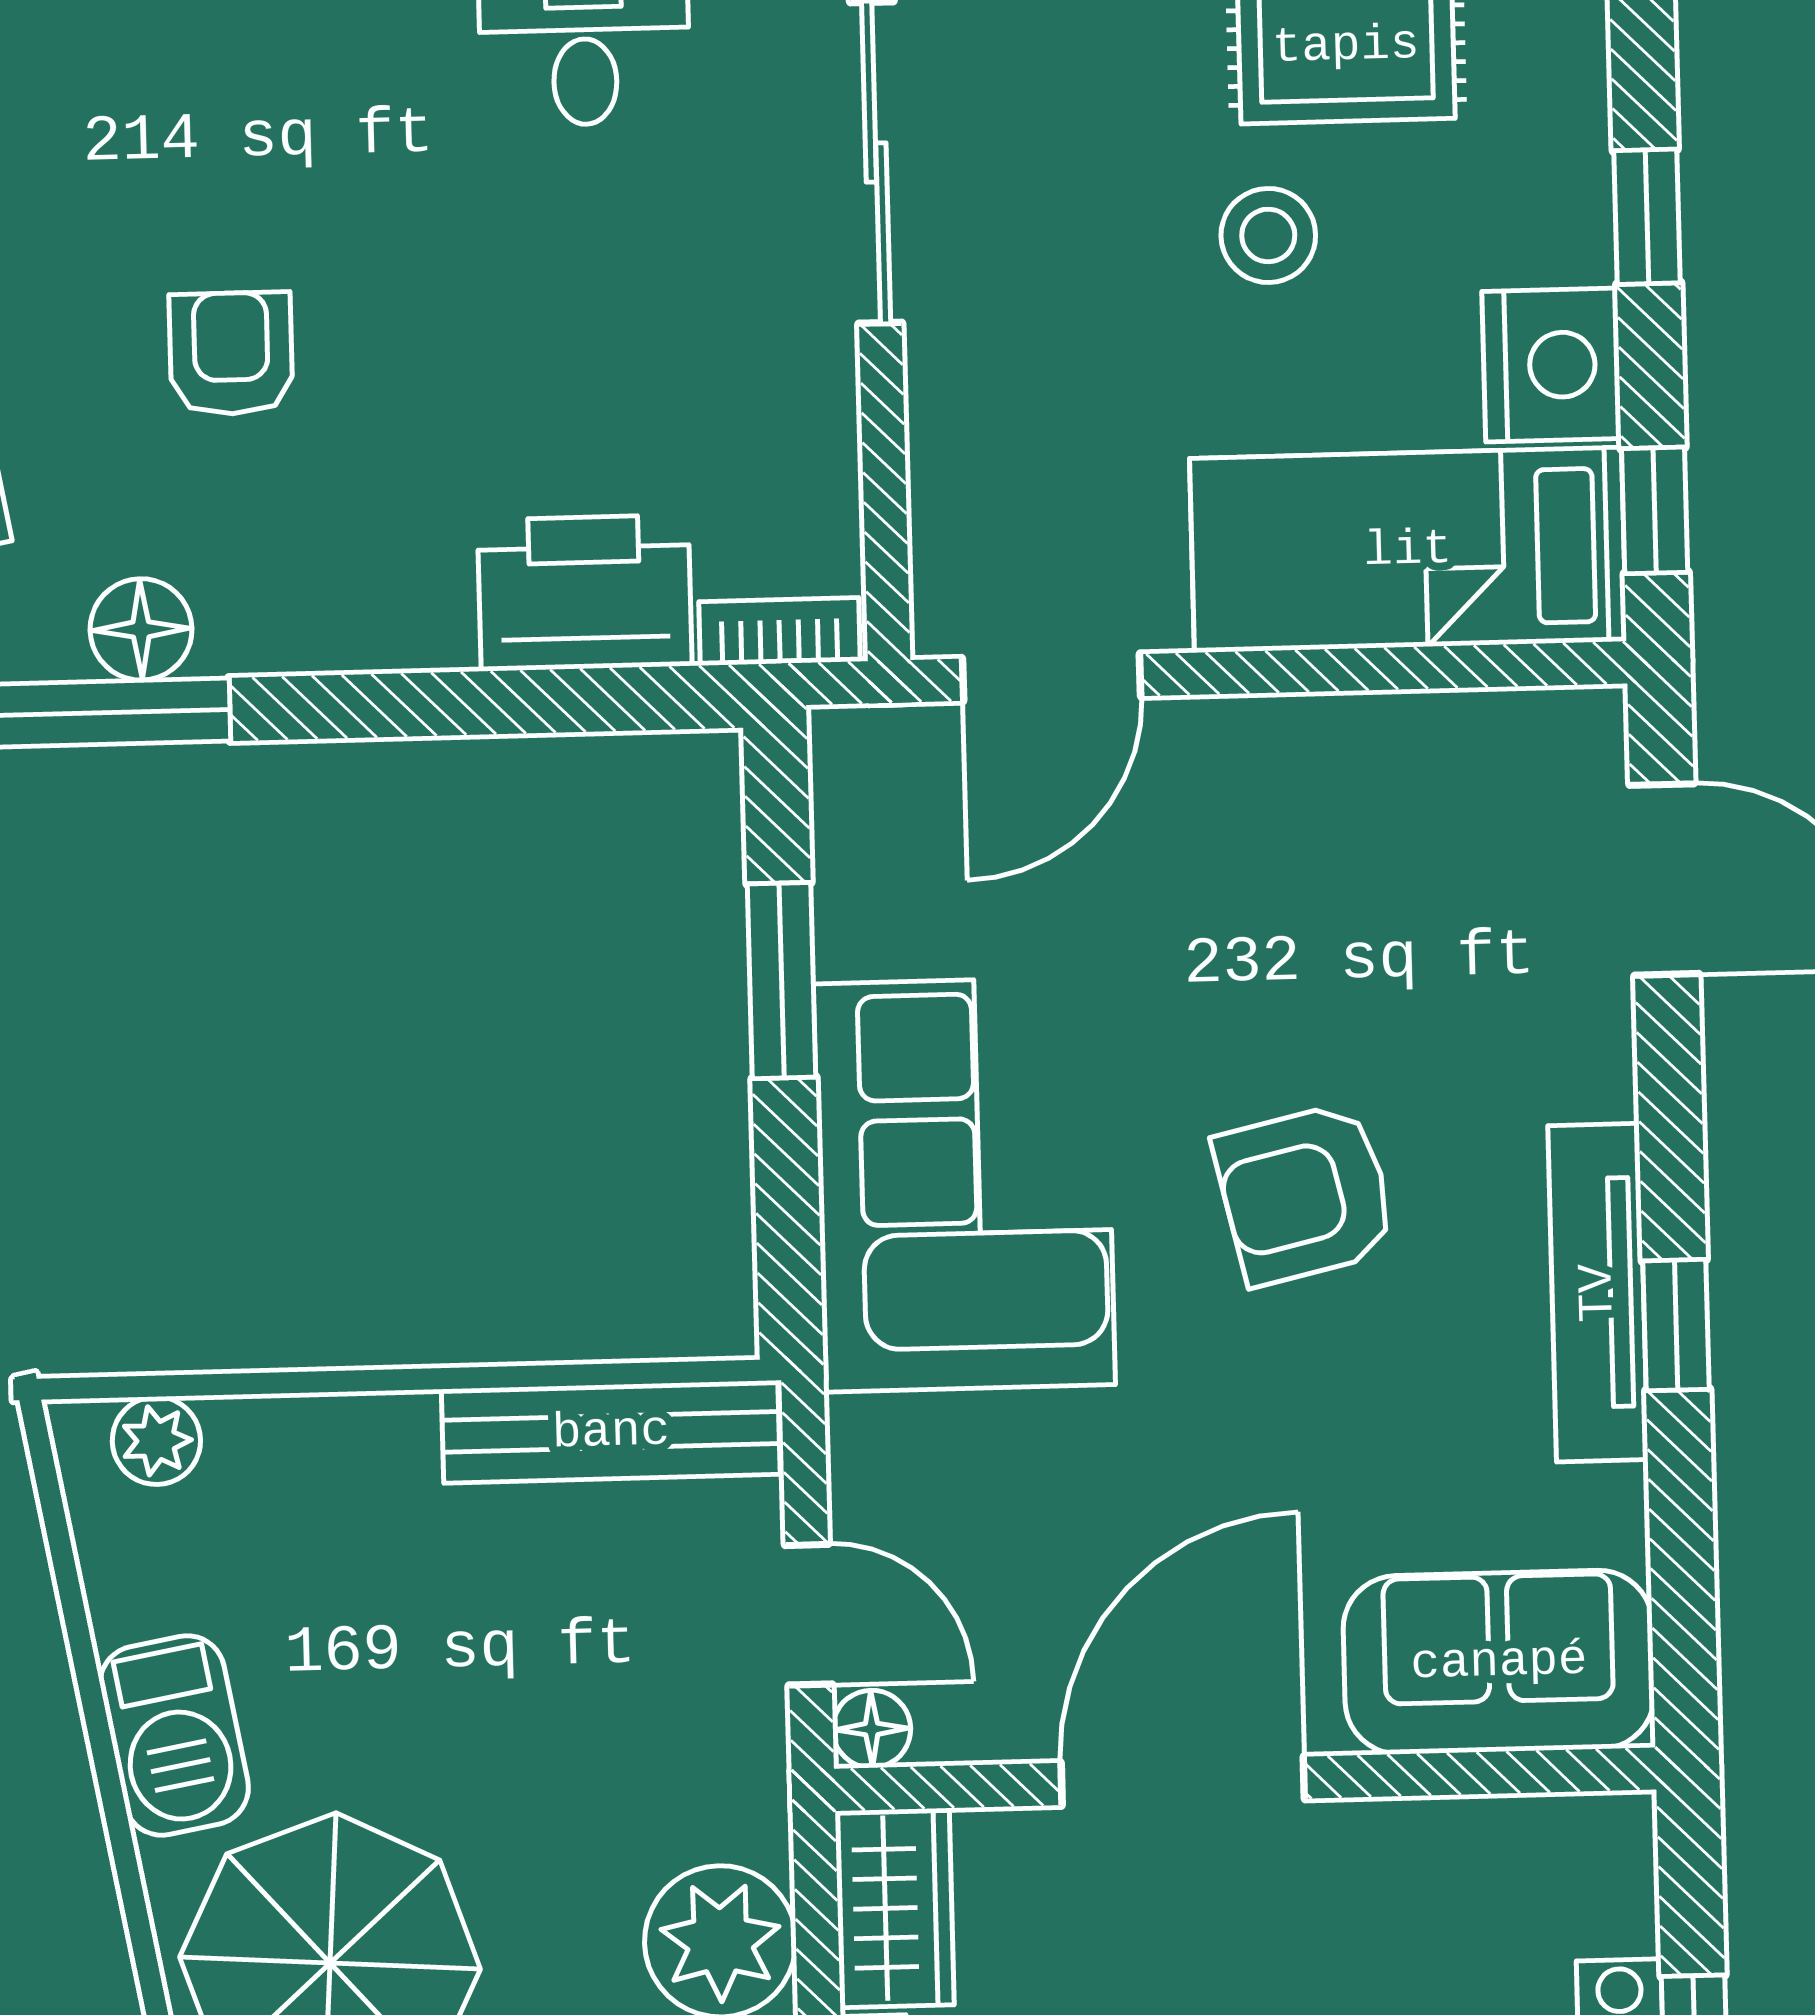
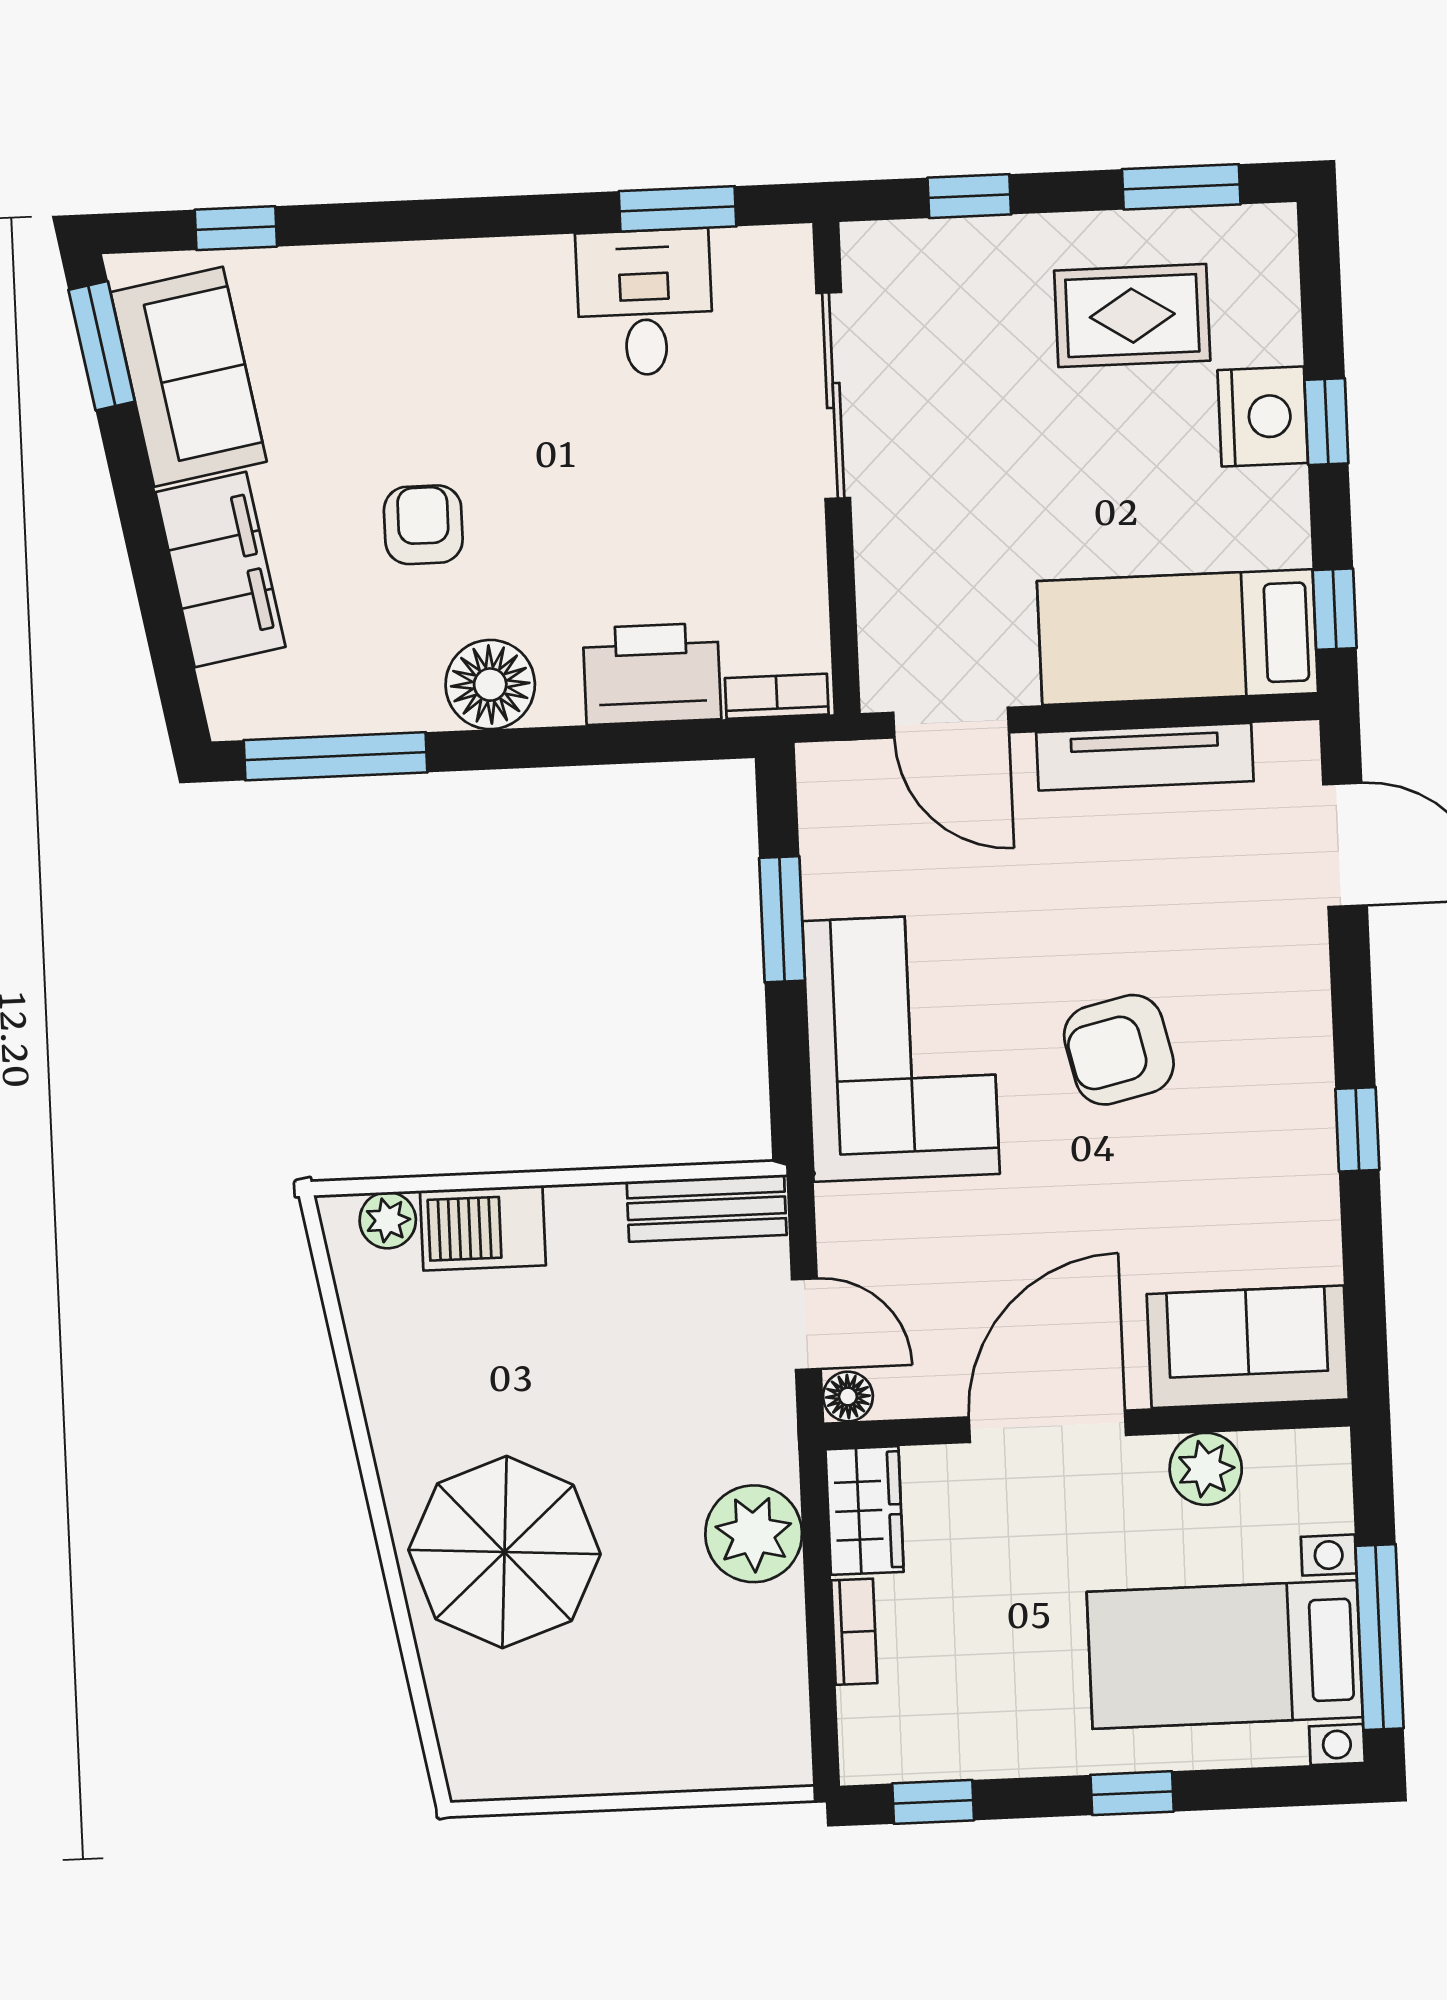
stool: (1268, 235) -> (1085, 438), removed
nightstand: (1552, 365) -> (1263, 416), moved
floor lamp: (141, 629) -> (490, 685), moved, width x1.38, depth x1.38
door: (1052, 677) -> (951, 723), hinge flipped
tv unit: (1598, 1293) -> (1145, 757), moved, turned -90
bench: (611, 1432) -> (707, 1208), width x0.73
barbecue: (174, 1735) -> (483, 1228), moved, turned 100
plant: (1429, 1852) -> (1206, 1469), added

